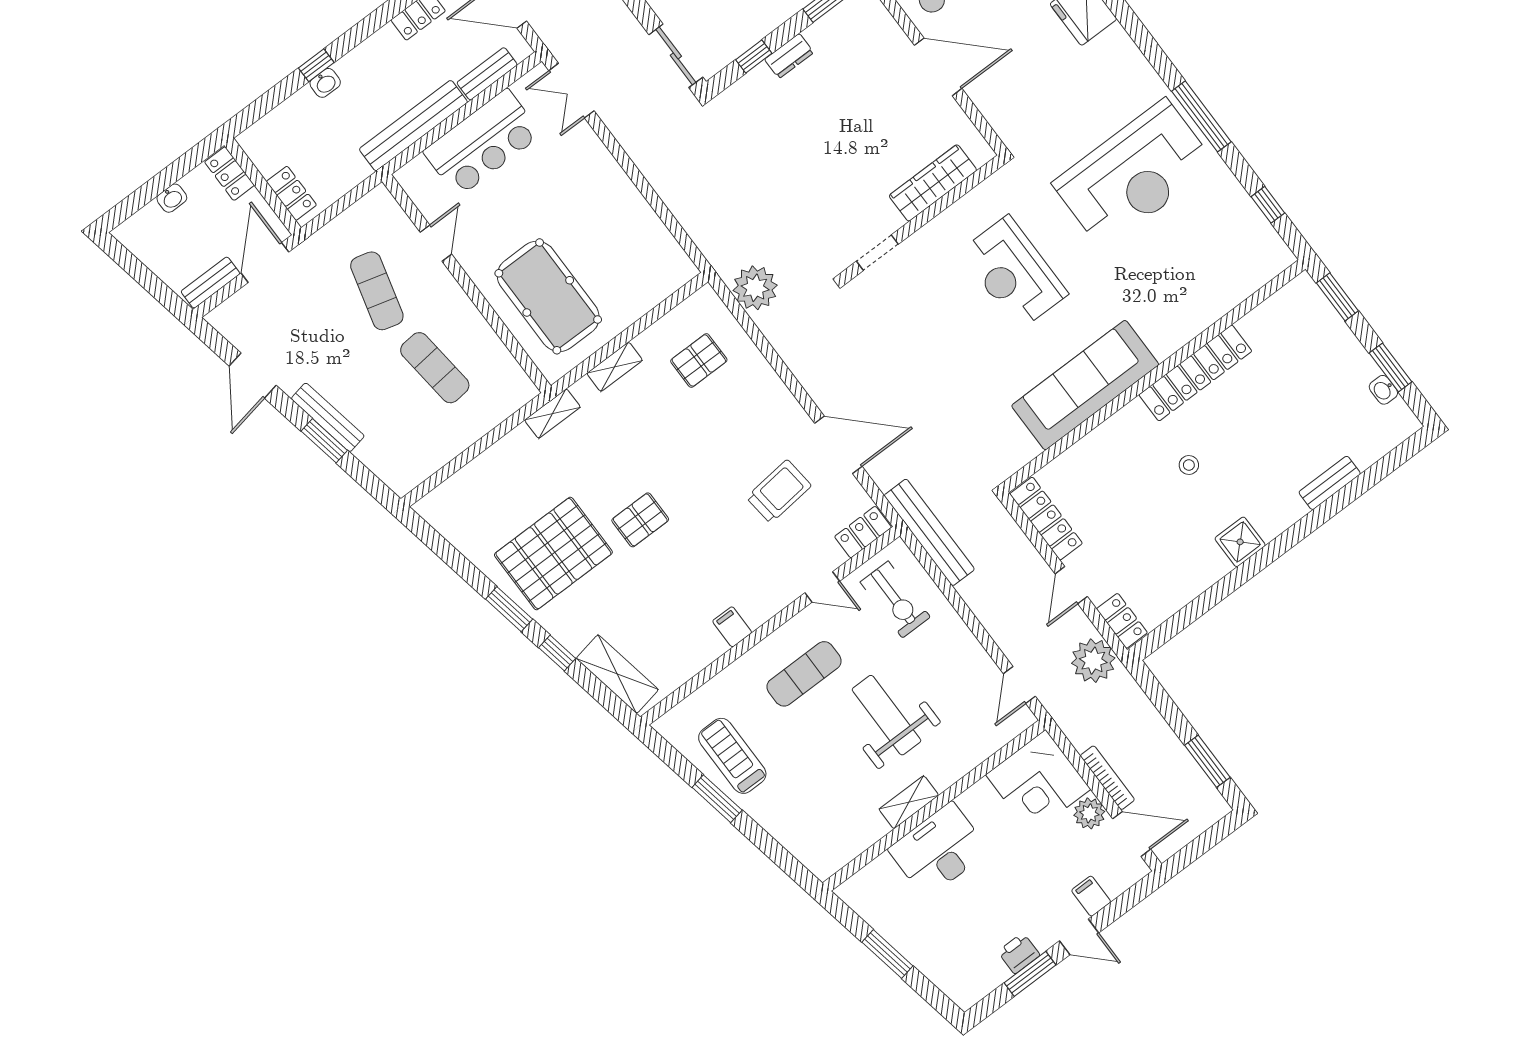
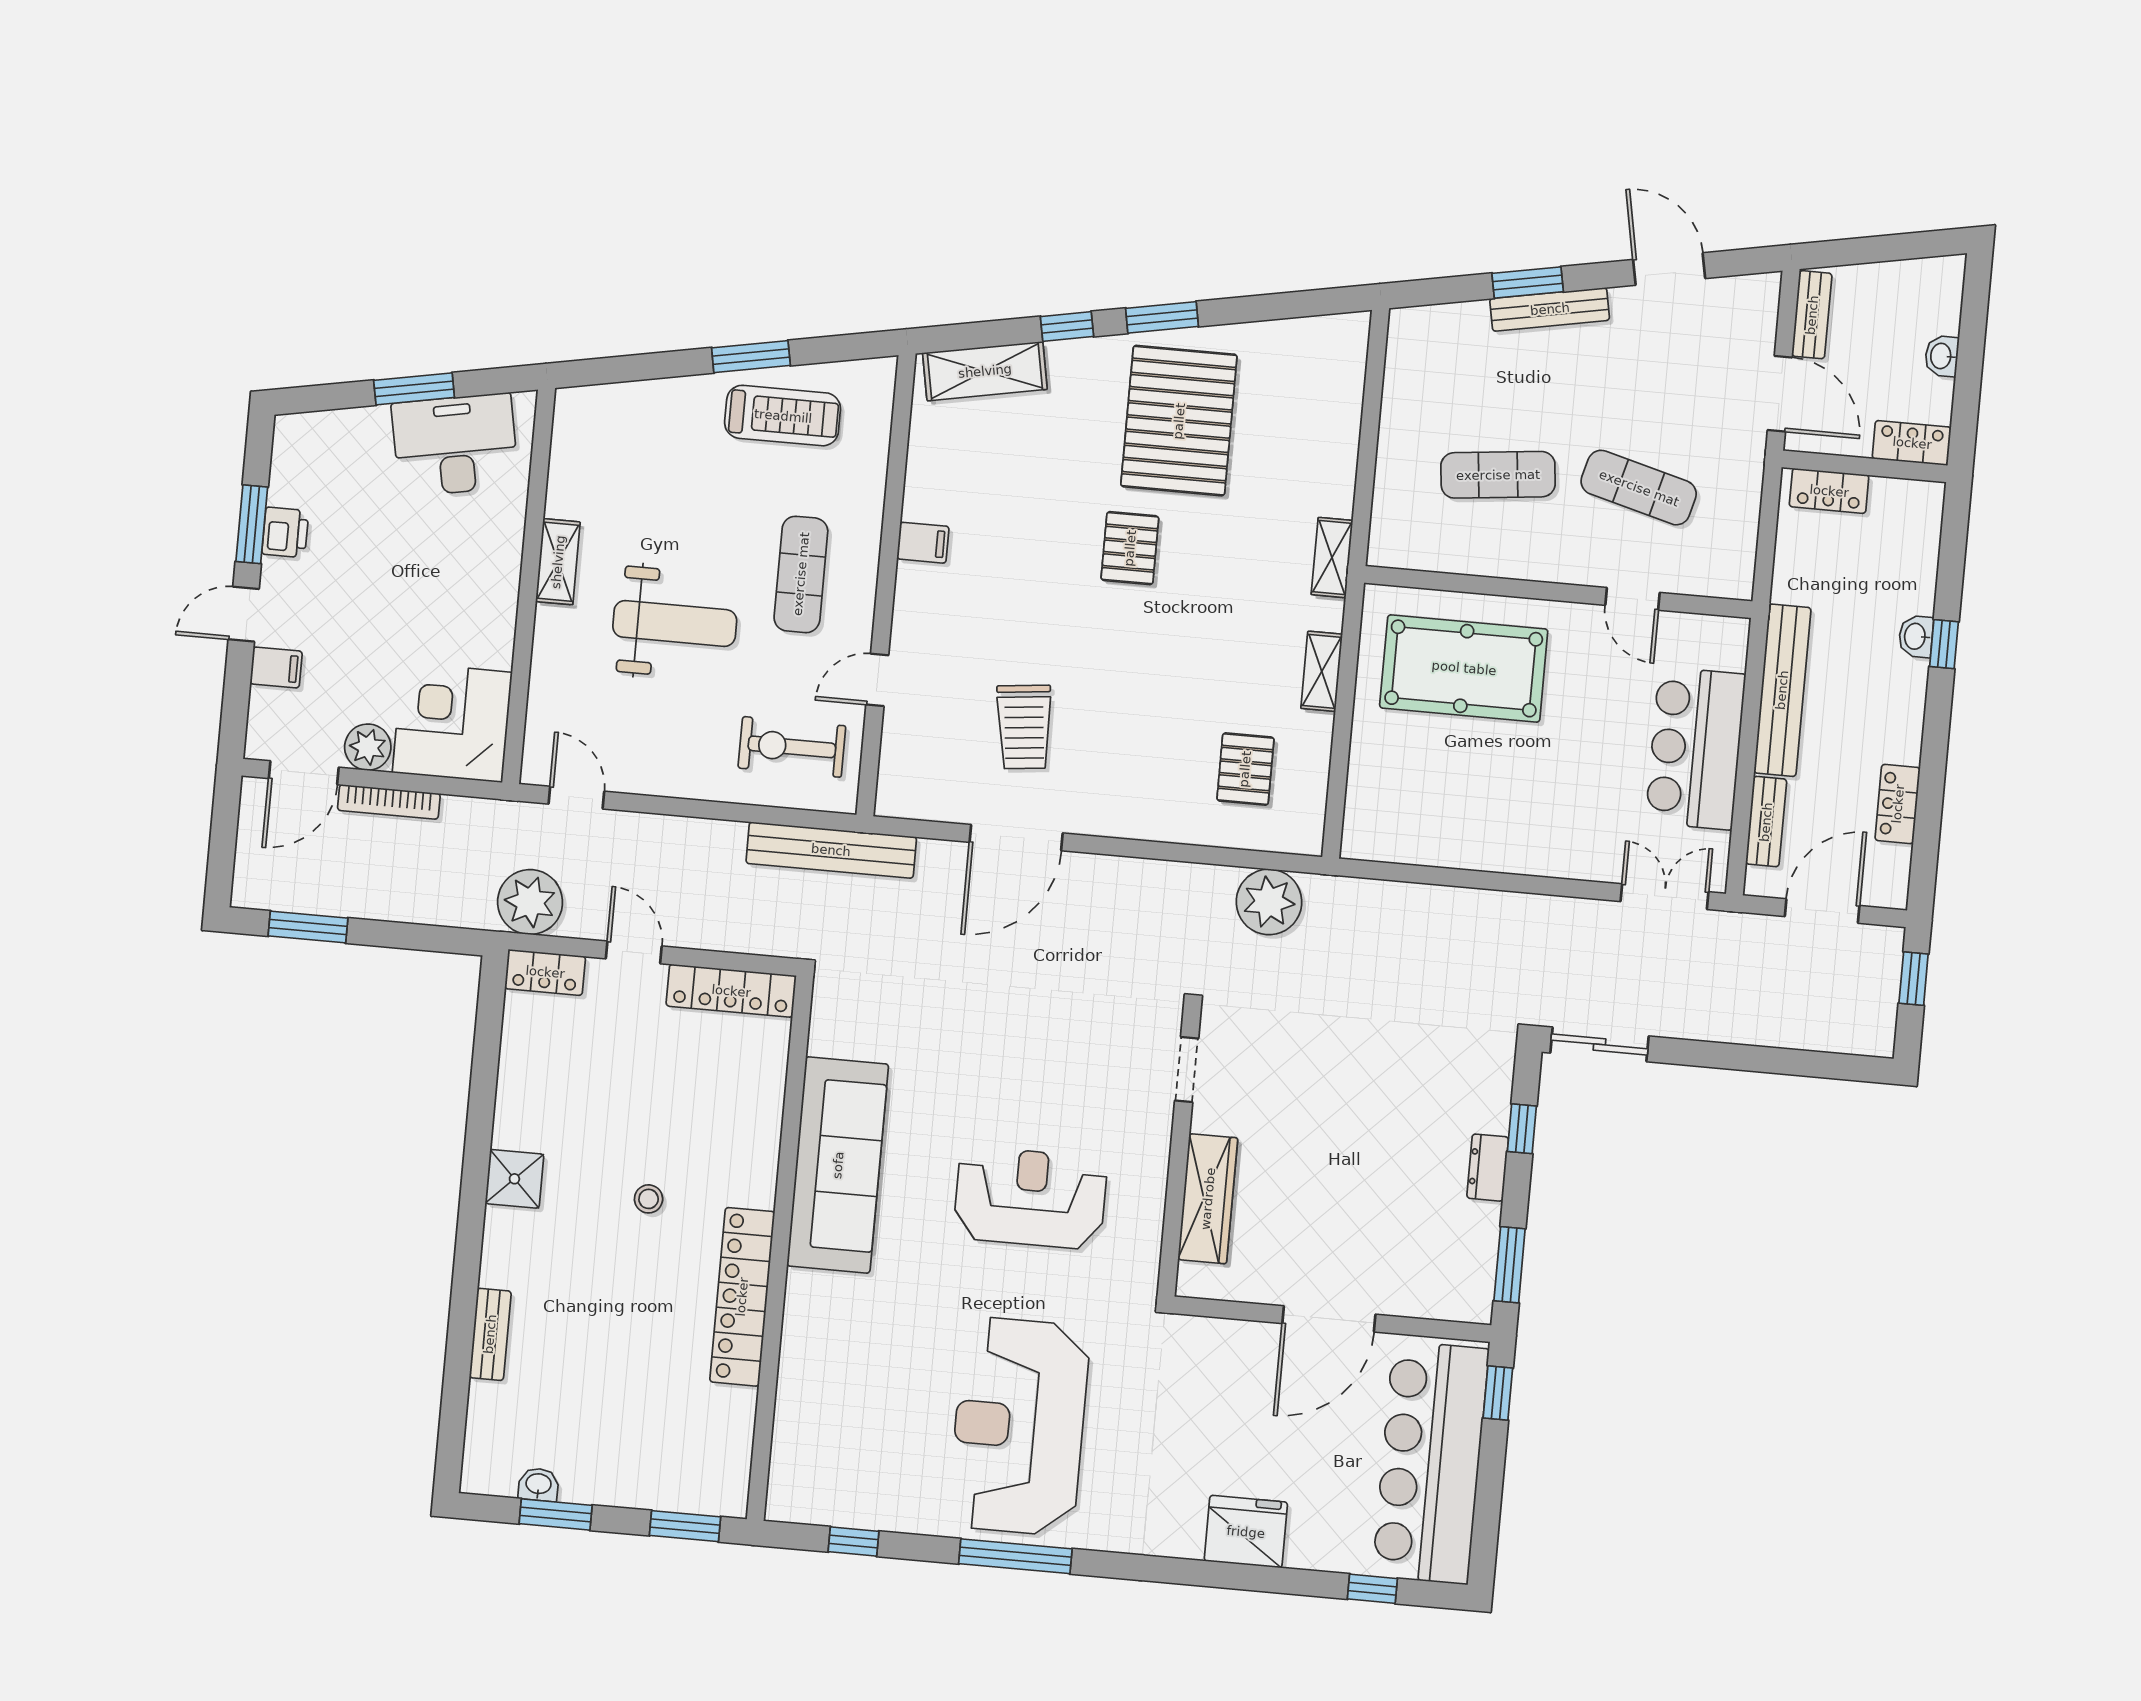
locker: (863, 532) -> (897, 778), removed
desk: (939, 850) -> (455, 445), moved, turned -101

